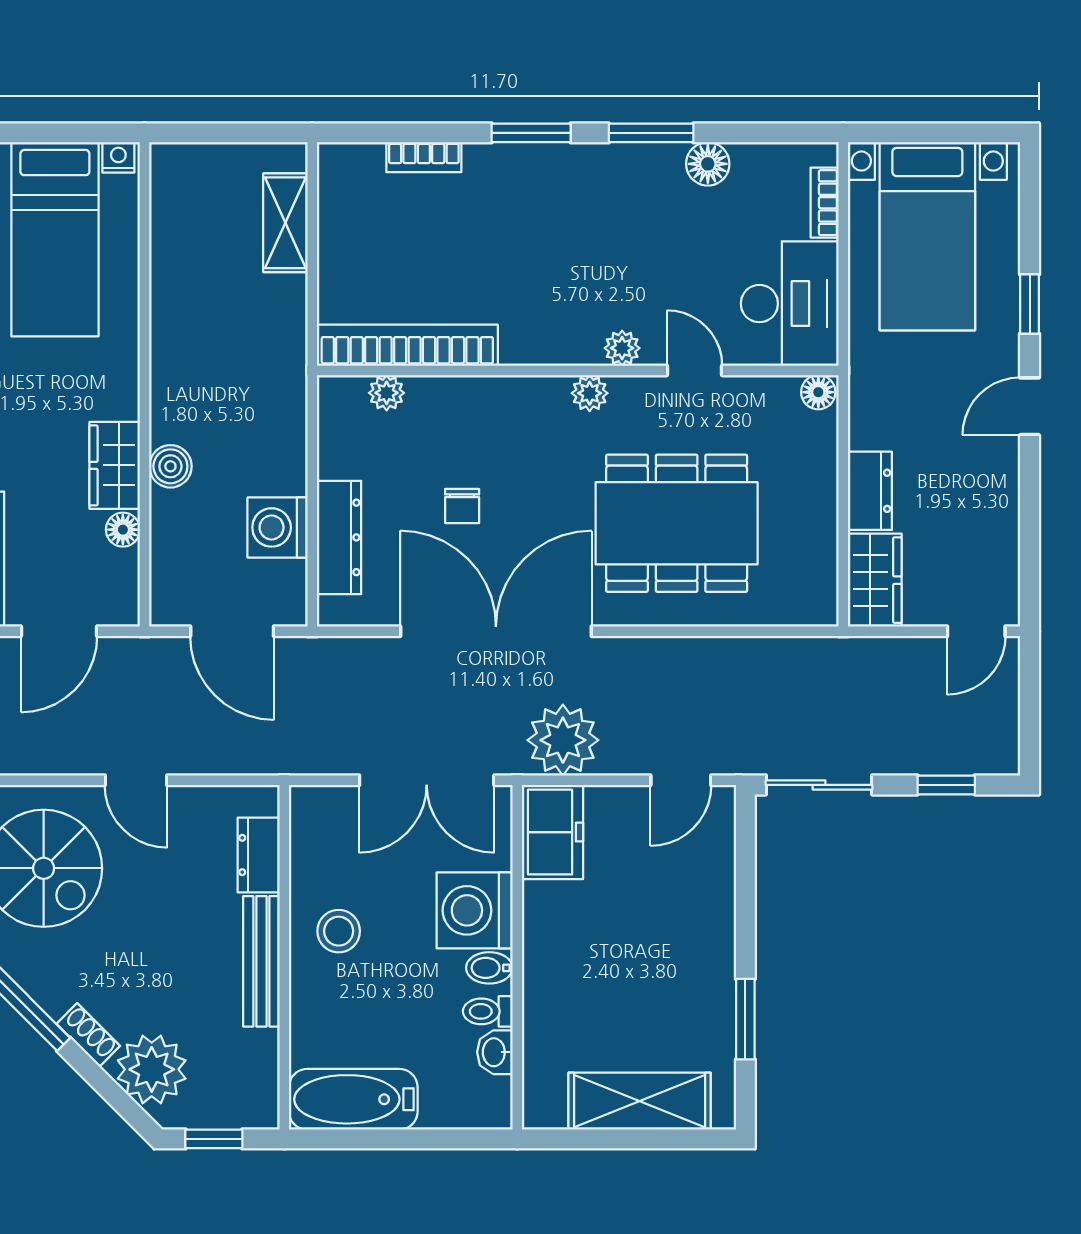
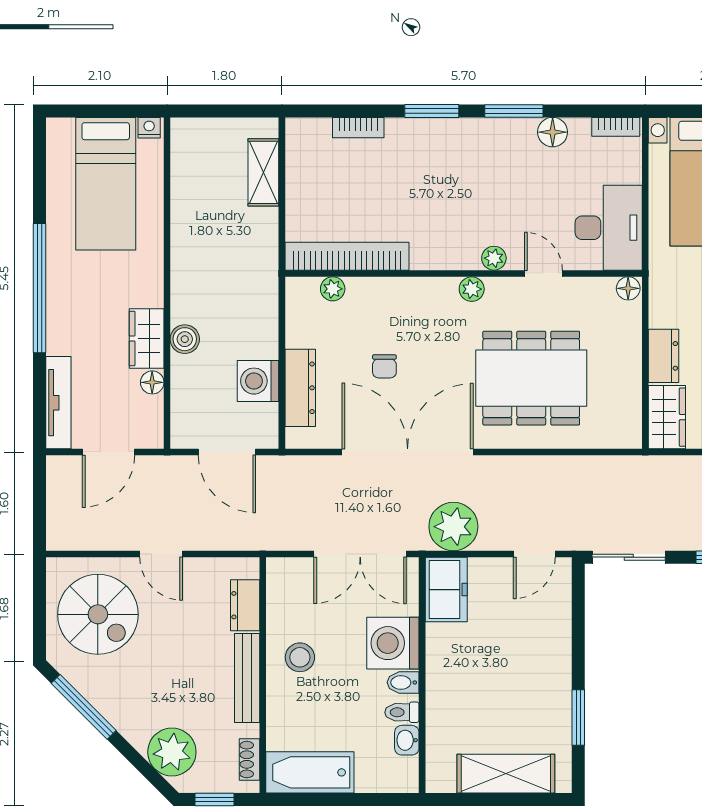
bookcase: (825, 203) -> (616, 127), moved, turned -90
shoe rack: (88, 1035) -> (249, 760), moved, turned -135

